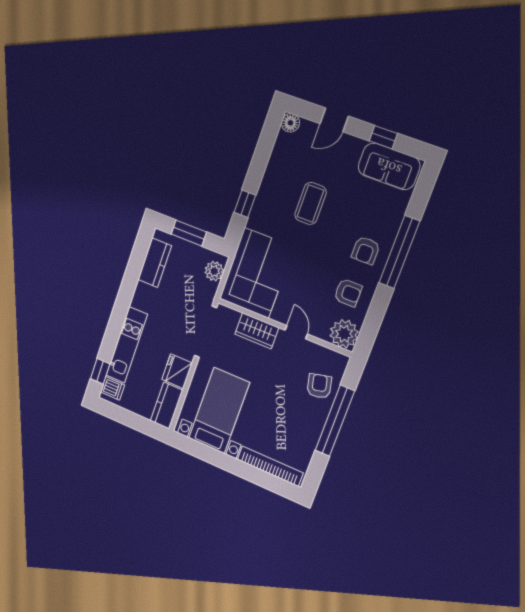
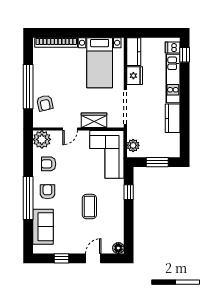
sofa: (389, 166) -> (43, 227), moved, turned 90
kitchen counter: (155, 263) -> (173, 118), moved
door: (296, 332) -> (70, 129), hinge flipped

